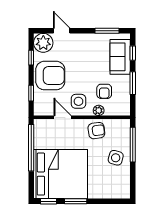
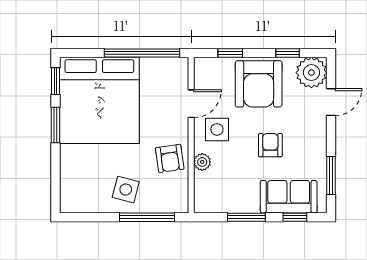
armchair: (104, 91) -> (270, 145), moved, turned 90

